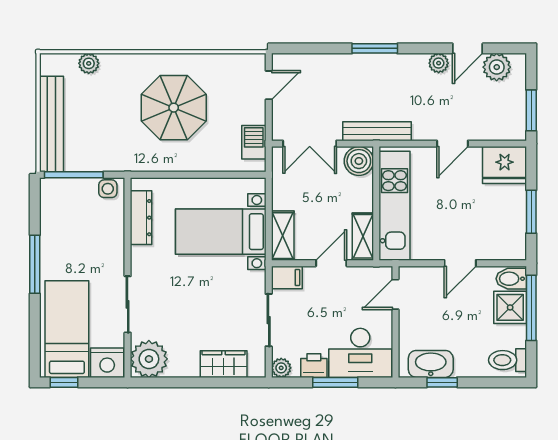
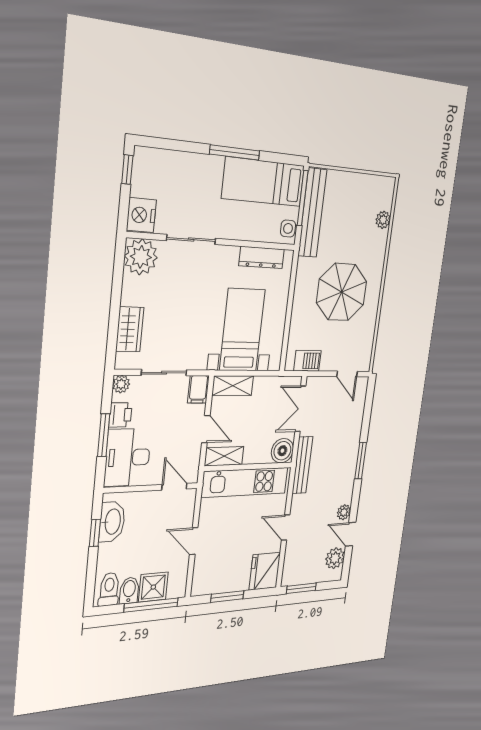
bench: (51, 124) -> (312, 213), moved, turned 90
bidet: (511, 279) -> (129, 590), moved
bed: (67, 329) -> (263, 182), moved, turned 180

